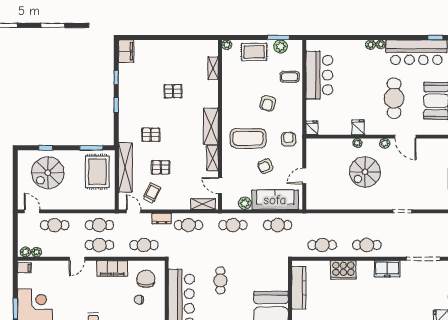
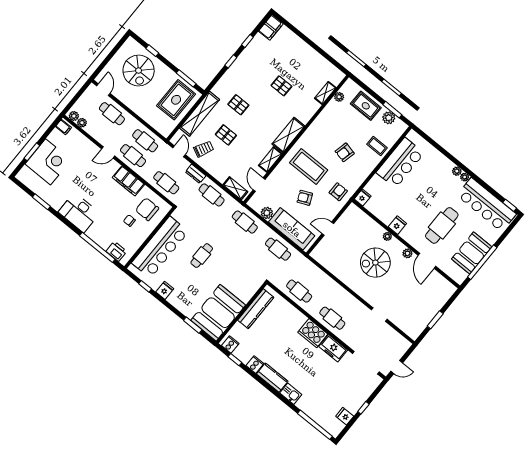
plant: (227, 45) -> (339, 97), moved
spiral stairs: (48, 173) -> (139, 70), turned -90
cooker: (343, 270) -> (313, 333), moved
chair: (146, 279) -> (147, 209), turned -90

